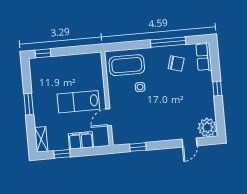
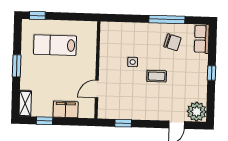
coffee table: (127, 65) -> (157, 76), moved, width x0.54, depth x0.58
lab bench: (78, 102) -> (55, 45), moved

